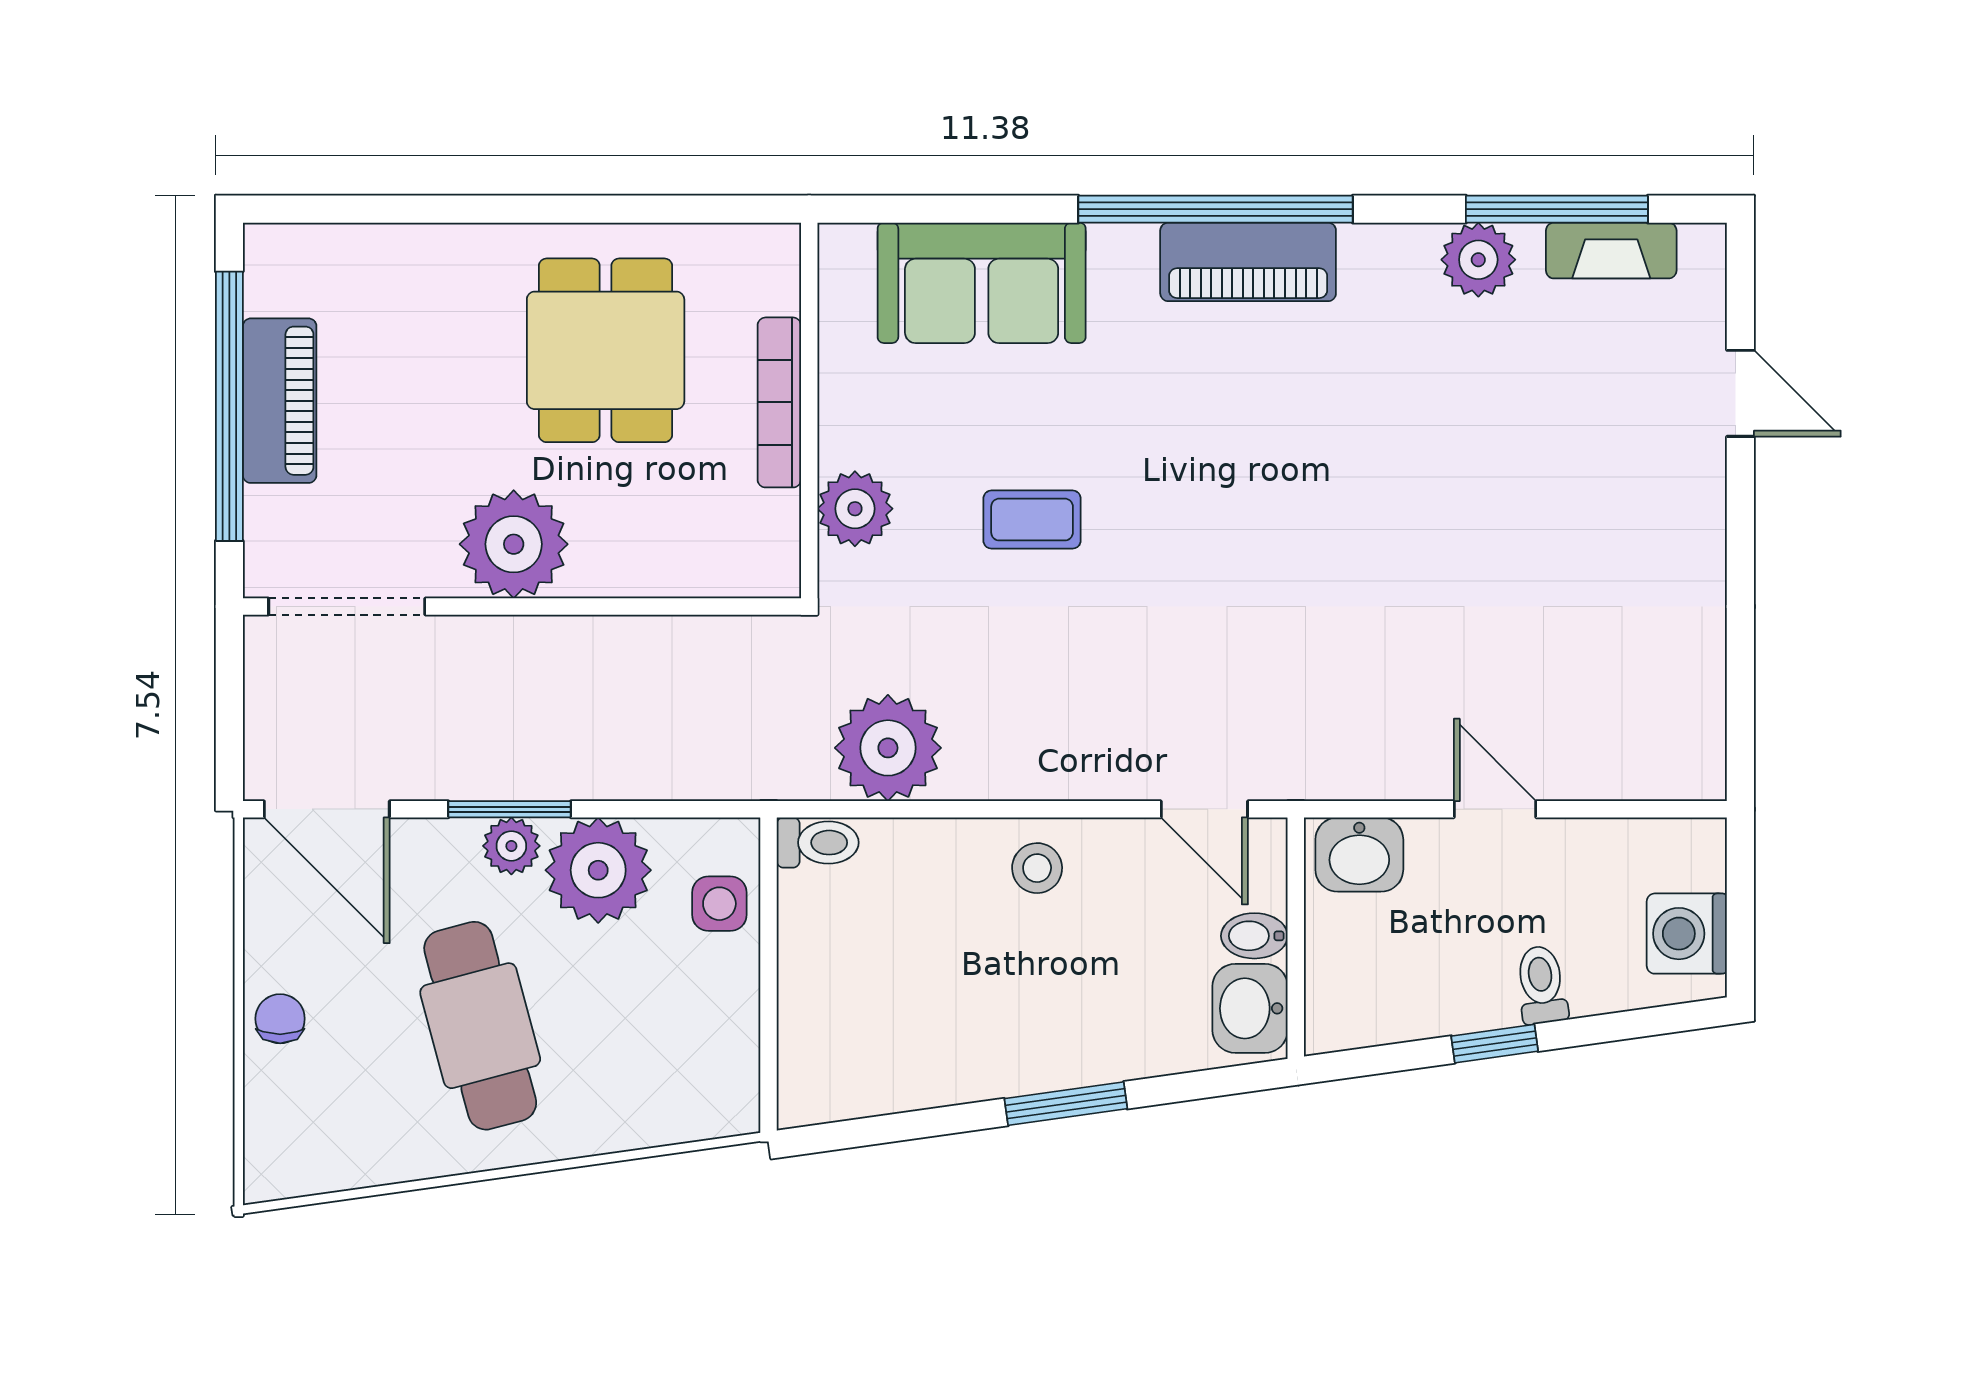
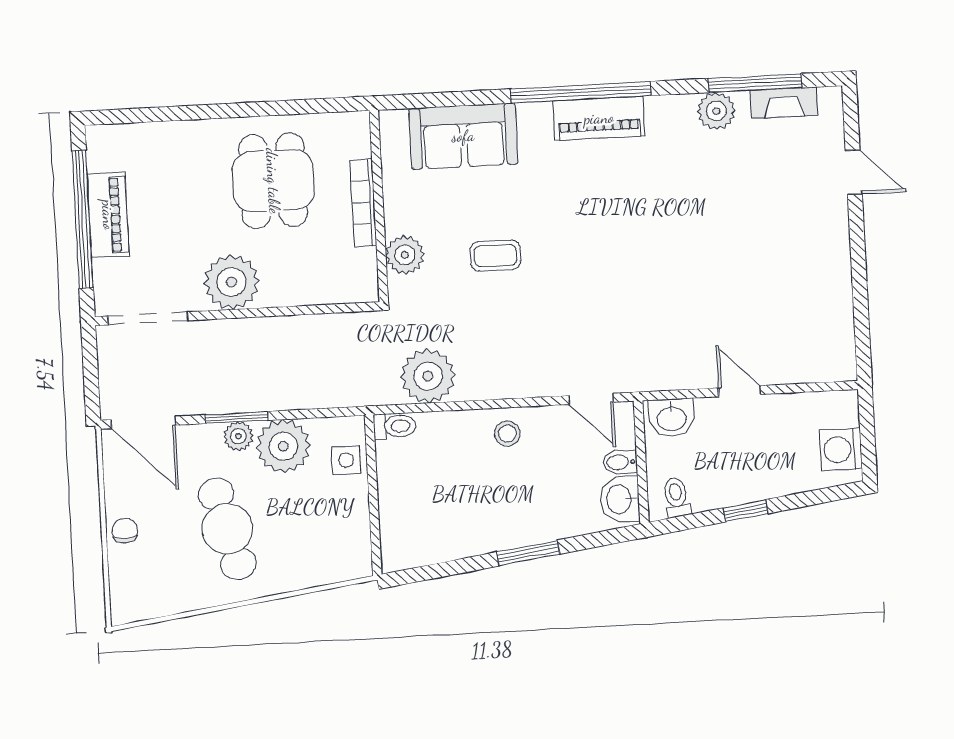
toilet: (1542, 985) -> (676, 497), moved

